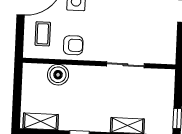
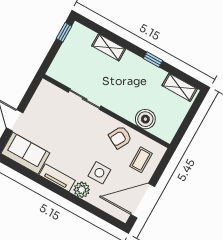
armchair: (73, 45) -> (120, 137), turned -61

